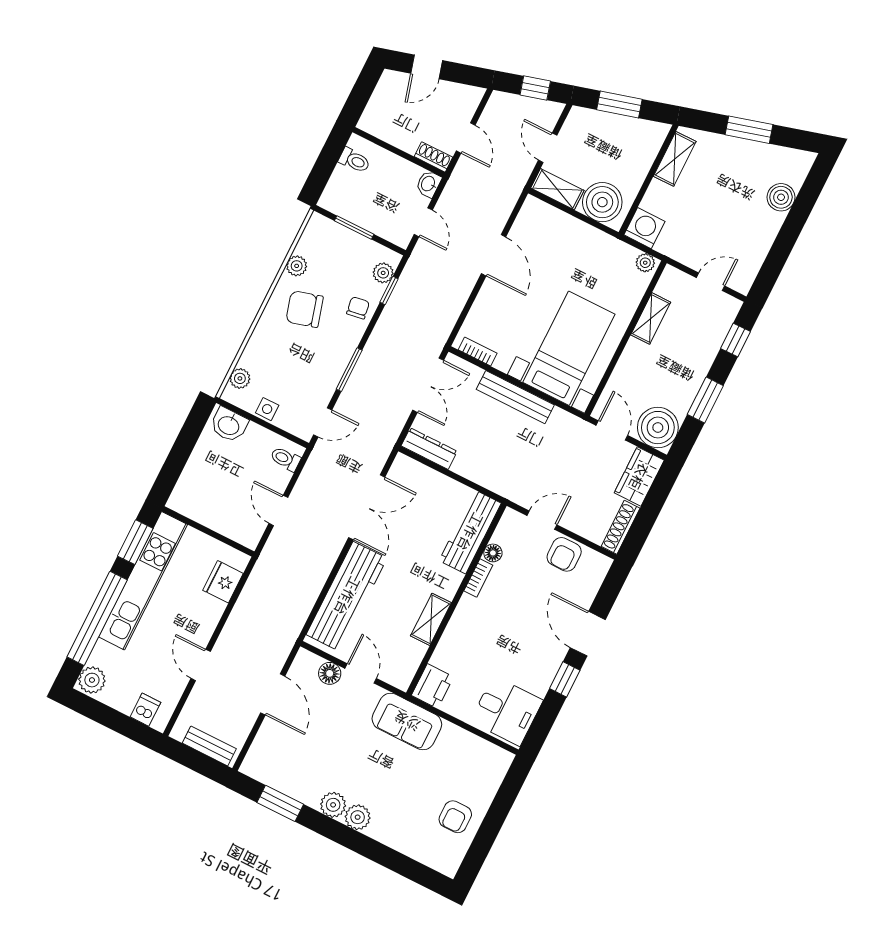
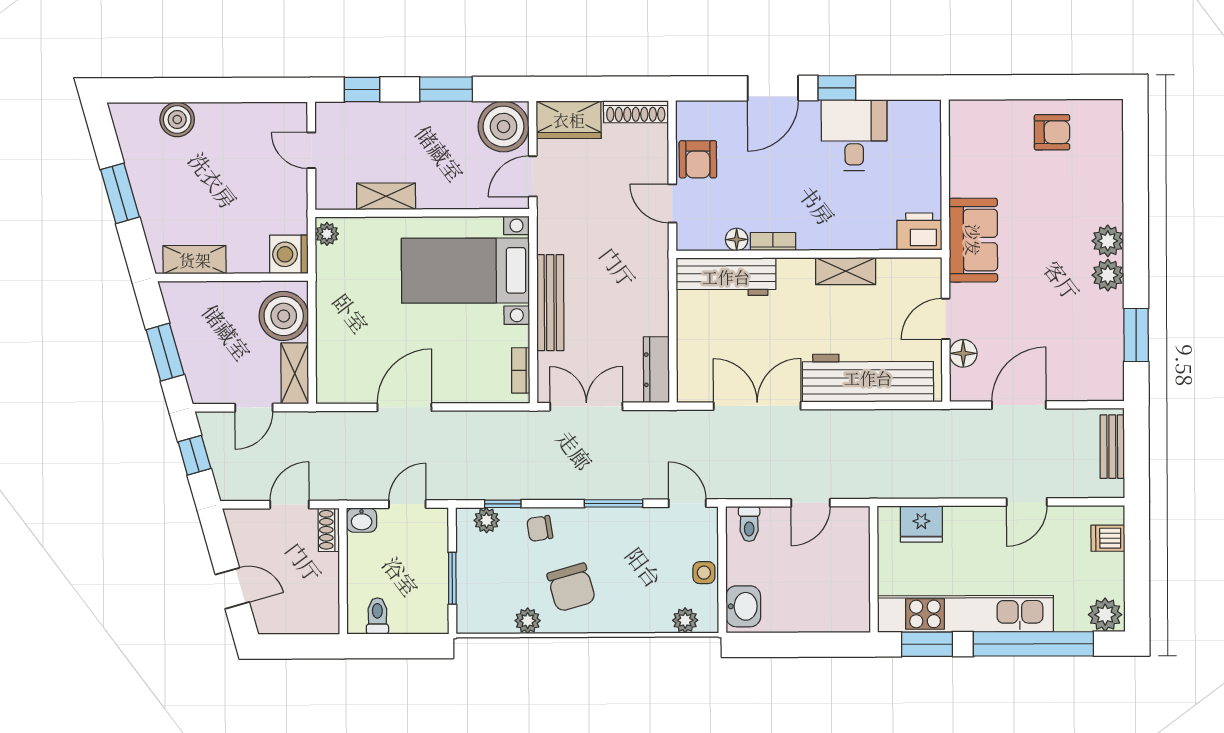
armchair: (564, 554) -> (698, 159), turned 90
desk: (506, 711) -> (854, 135), moved

